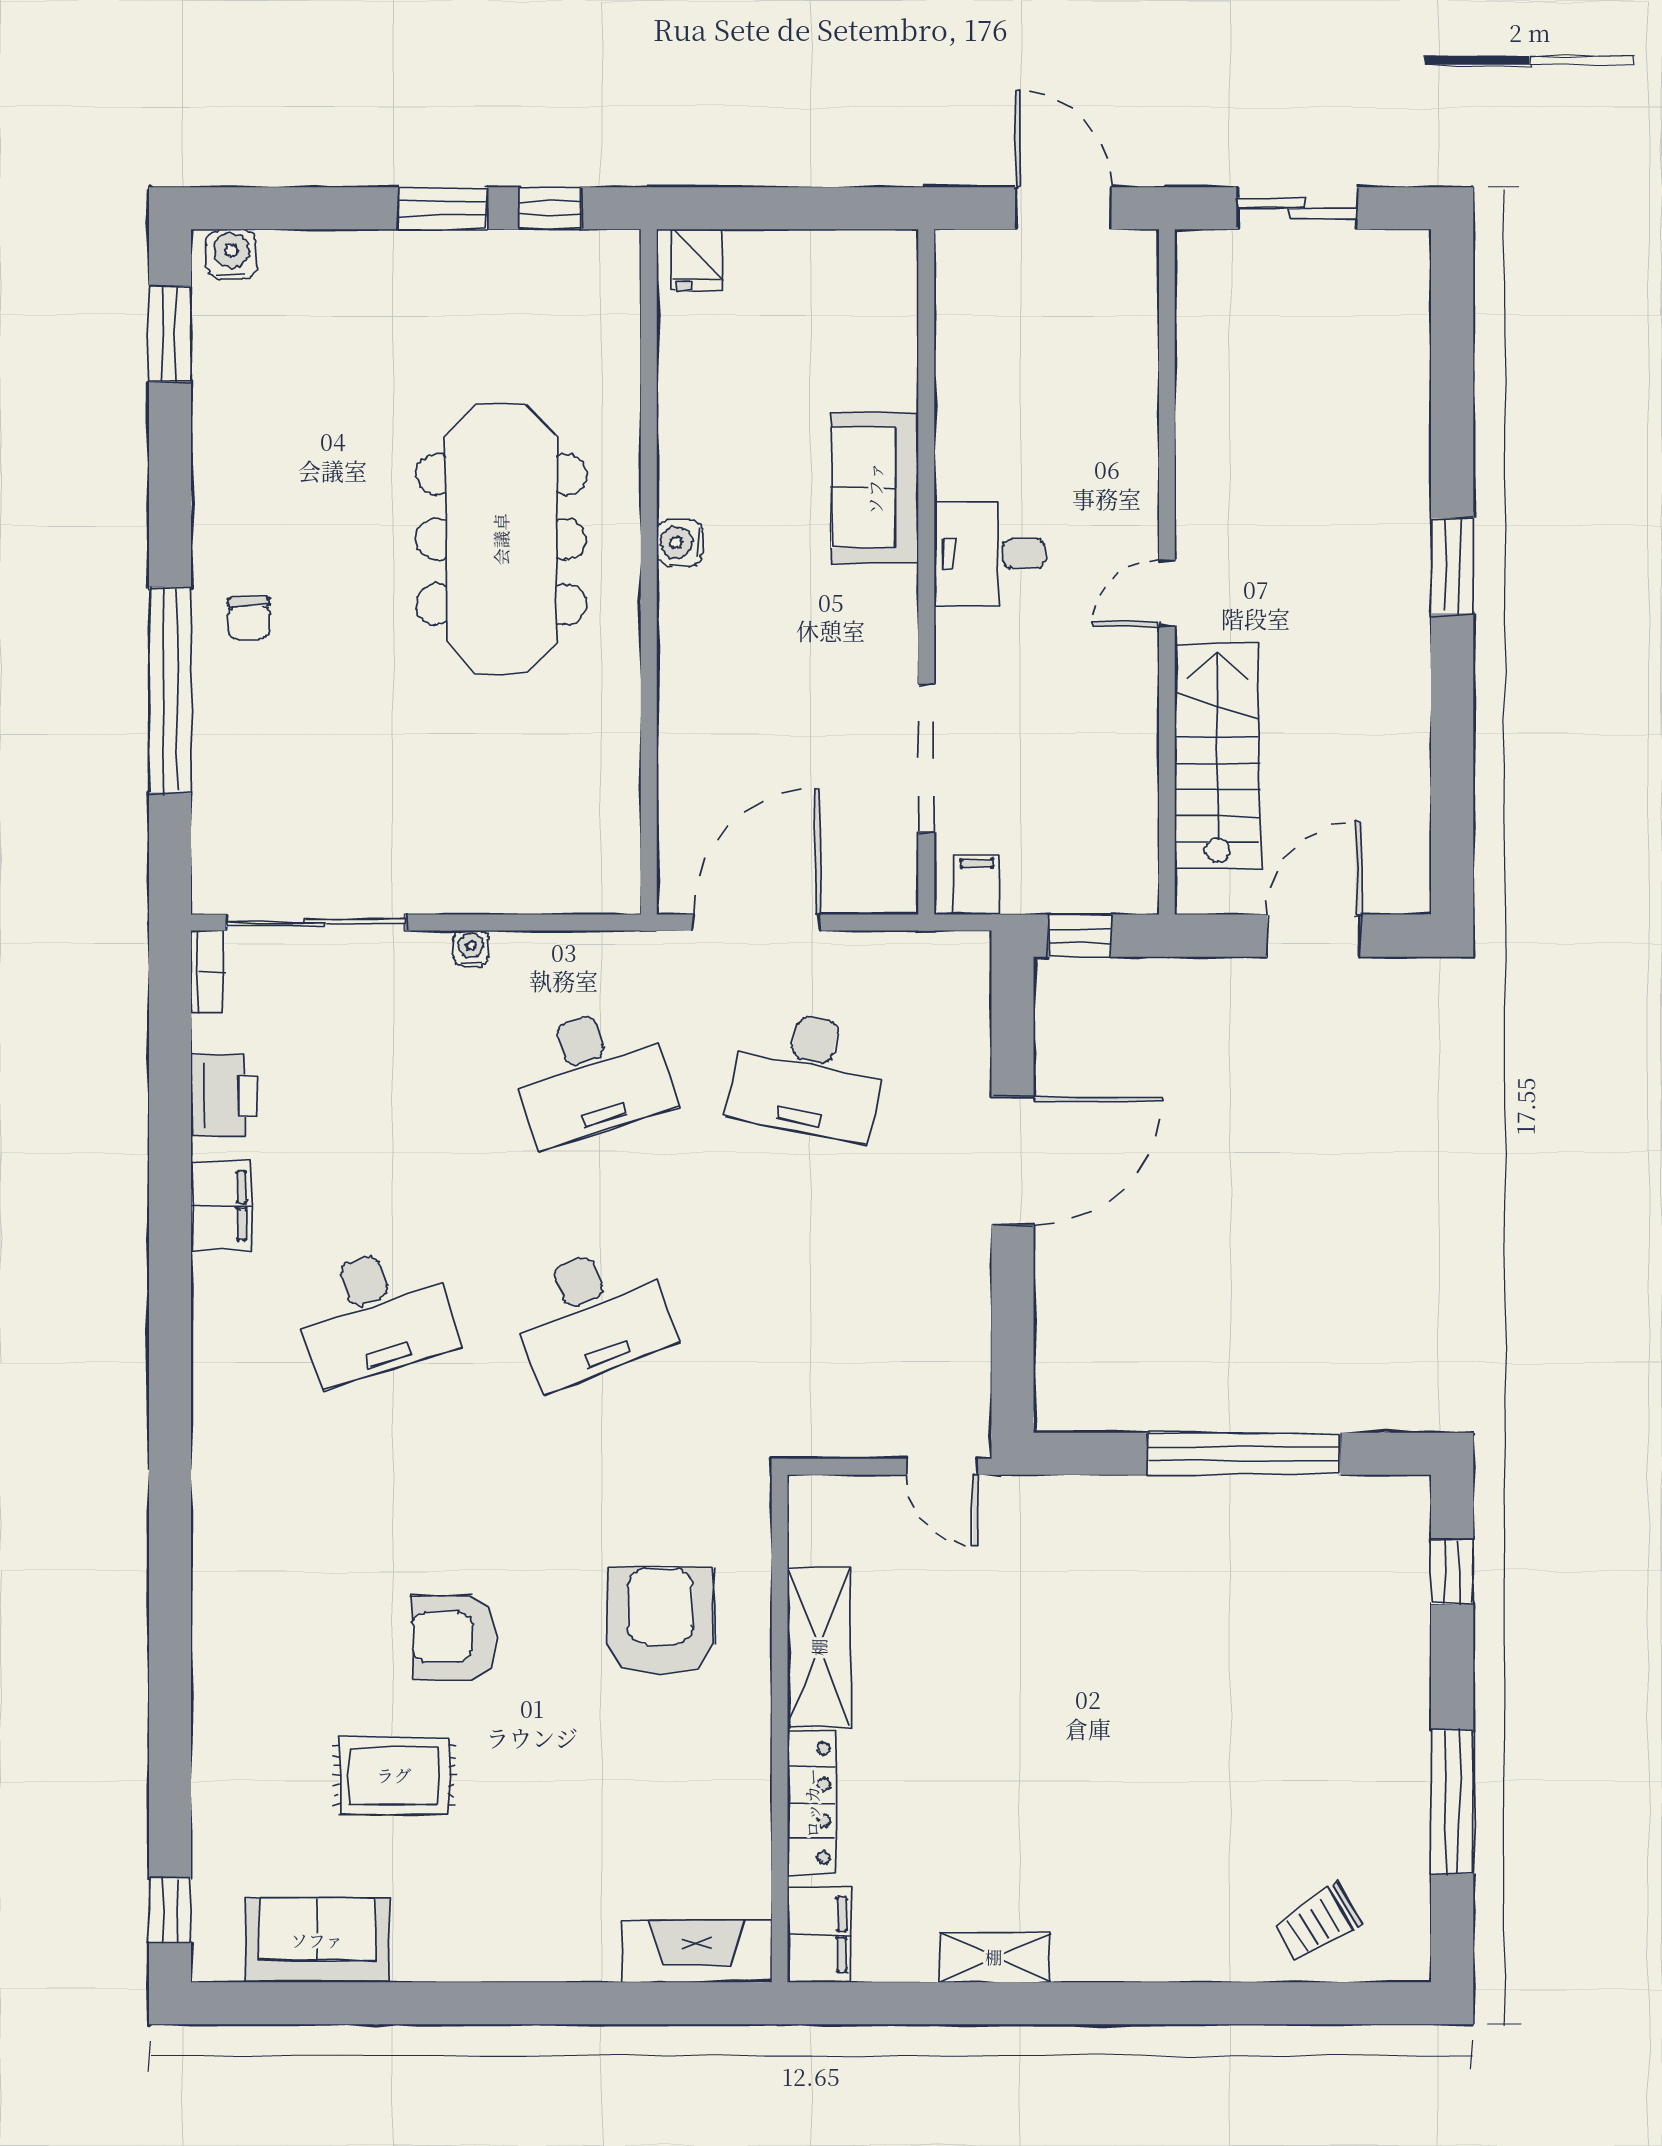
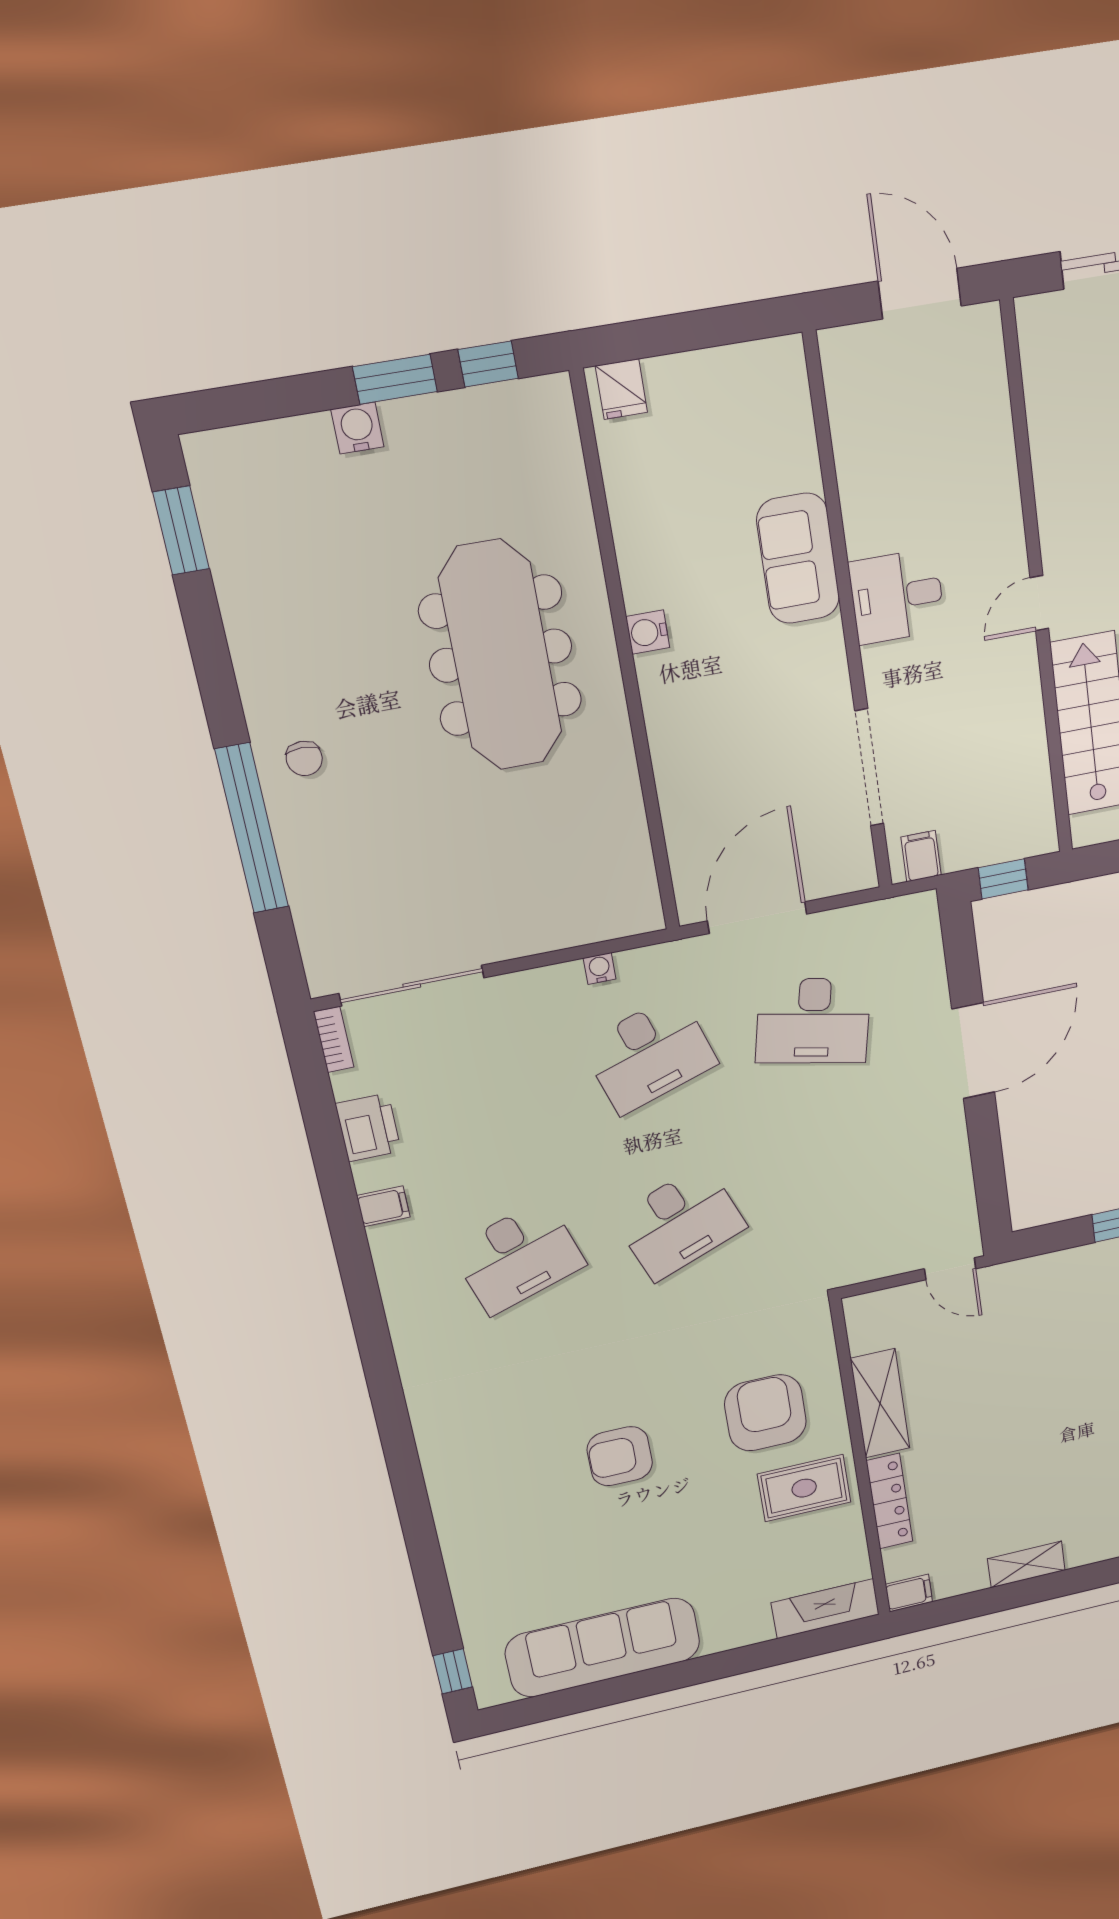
water cooler: (232, 254) -> (357, 428), moved
water cooler: (471, 948) -> (600, 969), moved
filing cabinet: (221, 1206) -> (383, 1206), width x0.50
rug: (394, 1775) -> (804, 1488), moved
filing cabinet: (819, 1935) -> (909, 1593), width x0.50
sofa: (317, 1940) -> (603, 1648), width x1.85, depth x1.27

